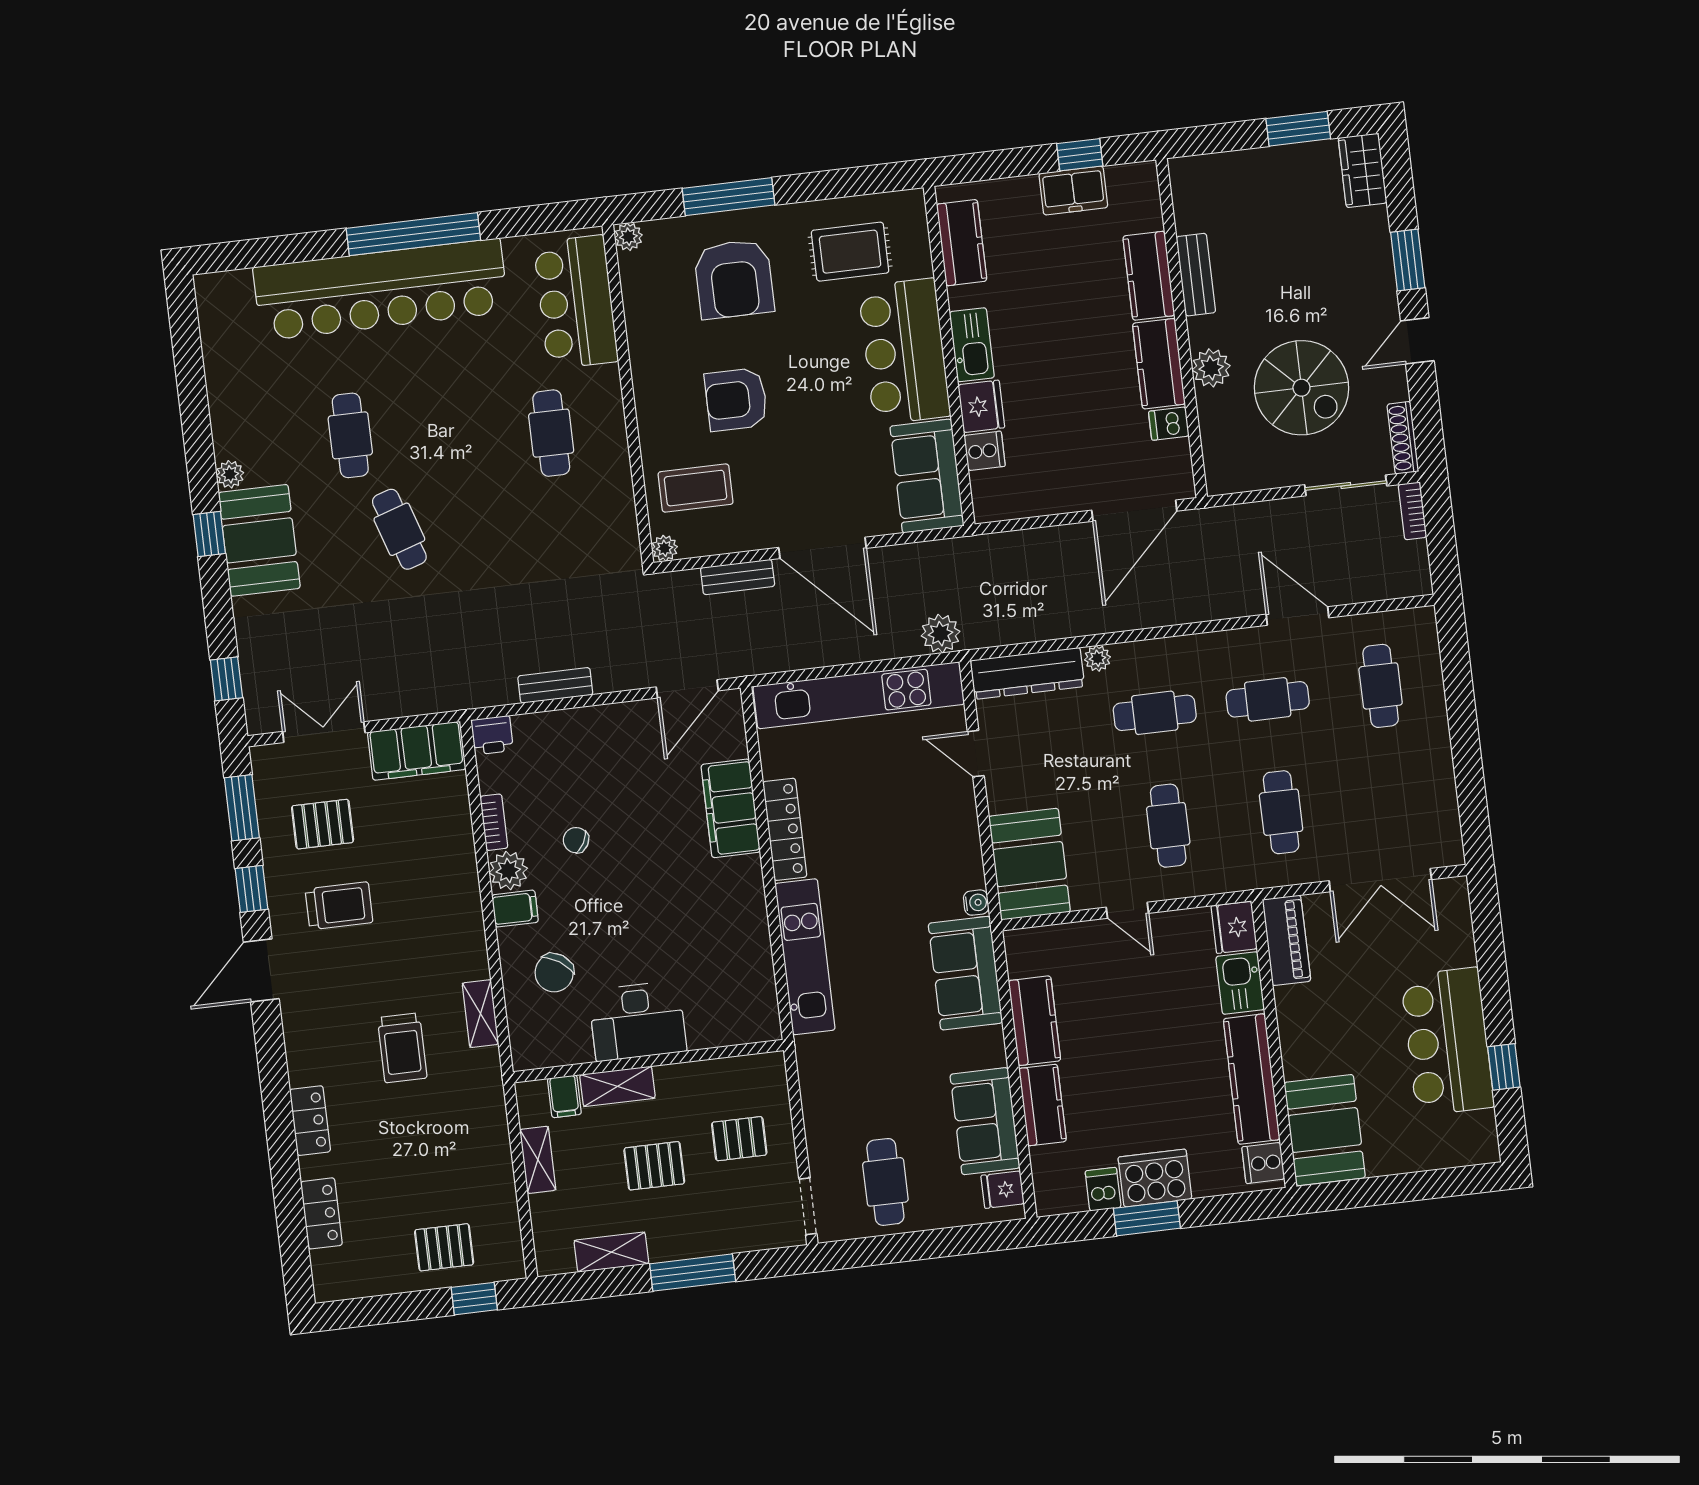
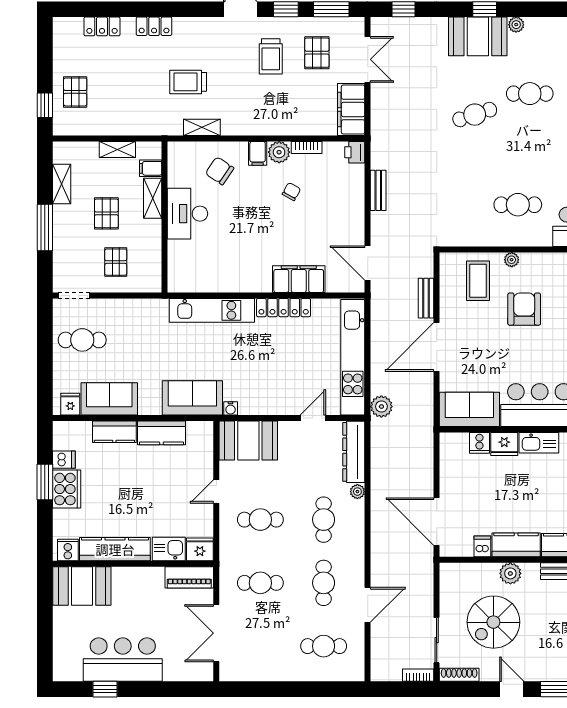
plant: (665, 548) -> (512, 260), moved

